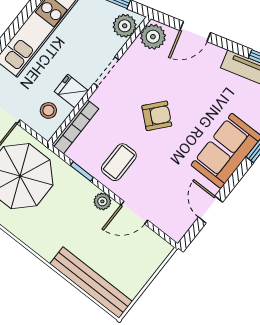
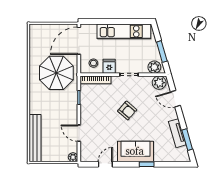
coffee table: (119, 162) -> (95, 110), removed
plant: (102, 201) -> (73, 157), moved

